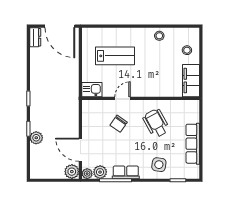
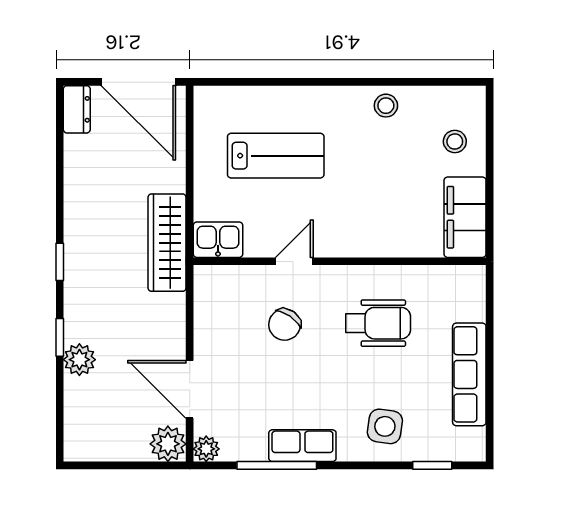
wardrobe: (71, 91) -> (167, 243), added
wheelchair: (156, 123) -> (378, 323), turned 119
plant: (100, 172) -> (238, 445), removed

